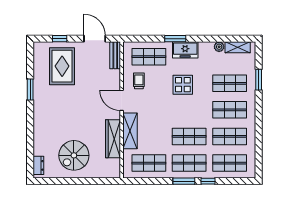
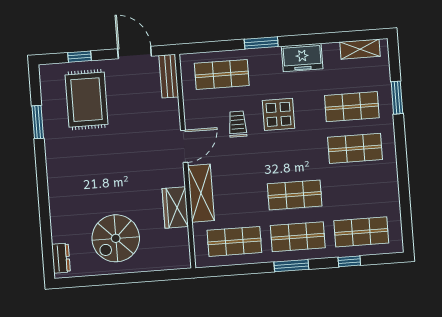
plant: (219, 47) -> (331, 50), removed
freezer: (185, 50) -> (302, 58), moved
trolley: (139, 81) -> (238, 124), moved
window: (30, 89) -> (38, 122), moved
door: (122, 100) -> (184, 146), swing flipped
shop shelf: (230, 136) -> (358, 190), removed
wardrobe: (113, 139) -> (175, 207), width x0.67
window: (208, 181) -> (349, 261), moved

